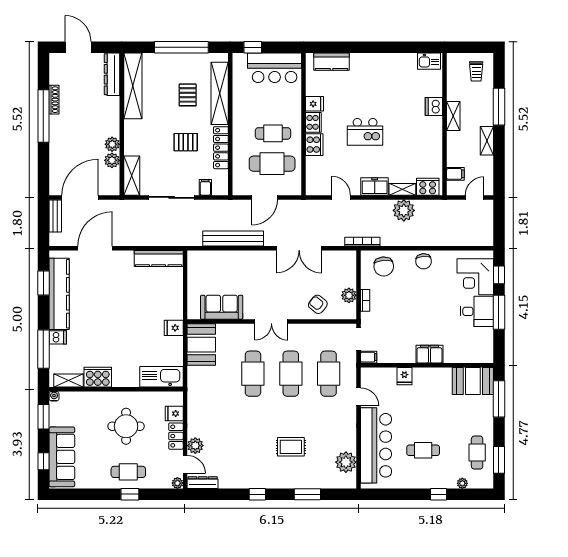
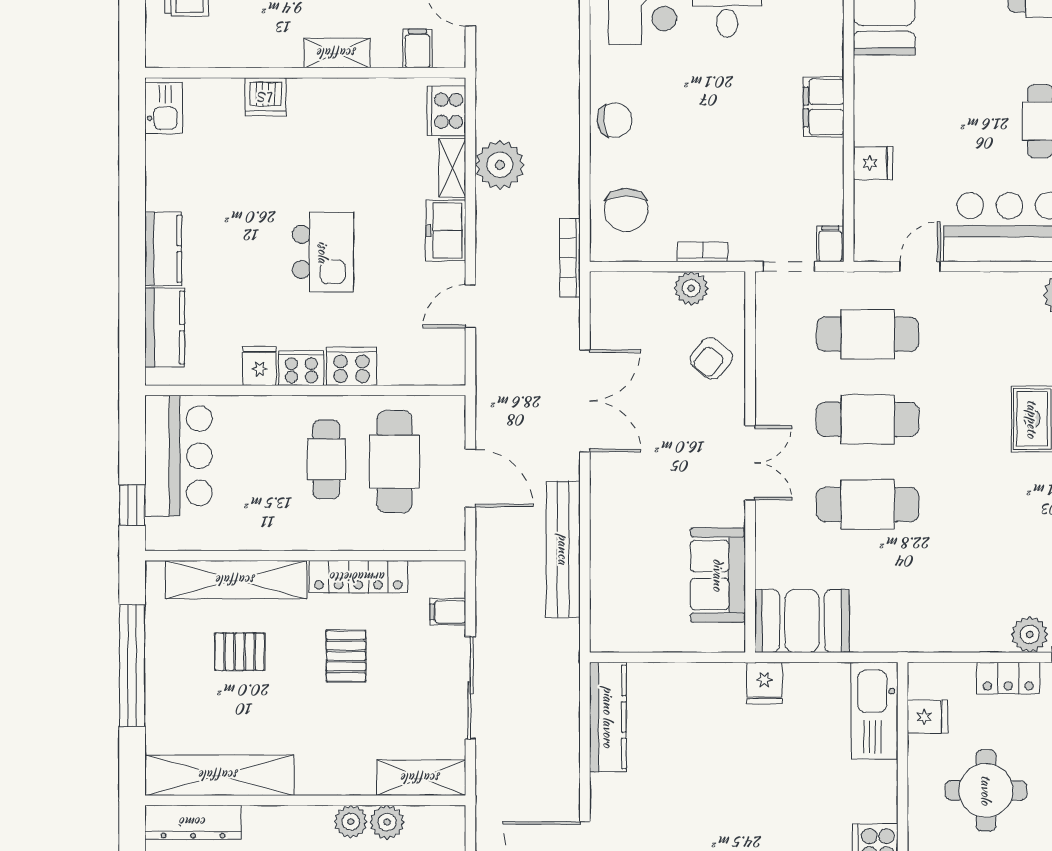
kitchen counter: (366, 61) -> (163, 249), added
shelving: (453, 116) -> (337, 53), moved
chair: (384, 266) -> (626, 210), turned 95
fridge: (174, 414) -> (927, 717), moved, turned -90

